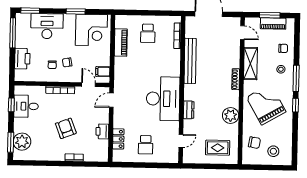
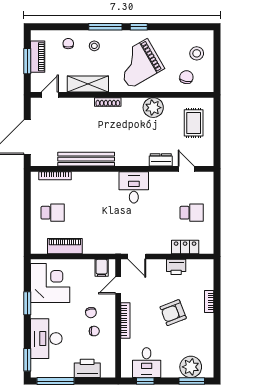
desk: (163, 99) -> (134, 187), width x0.53, depth x0.77
dresser: (189, 110) -> (161, 160), moved

